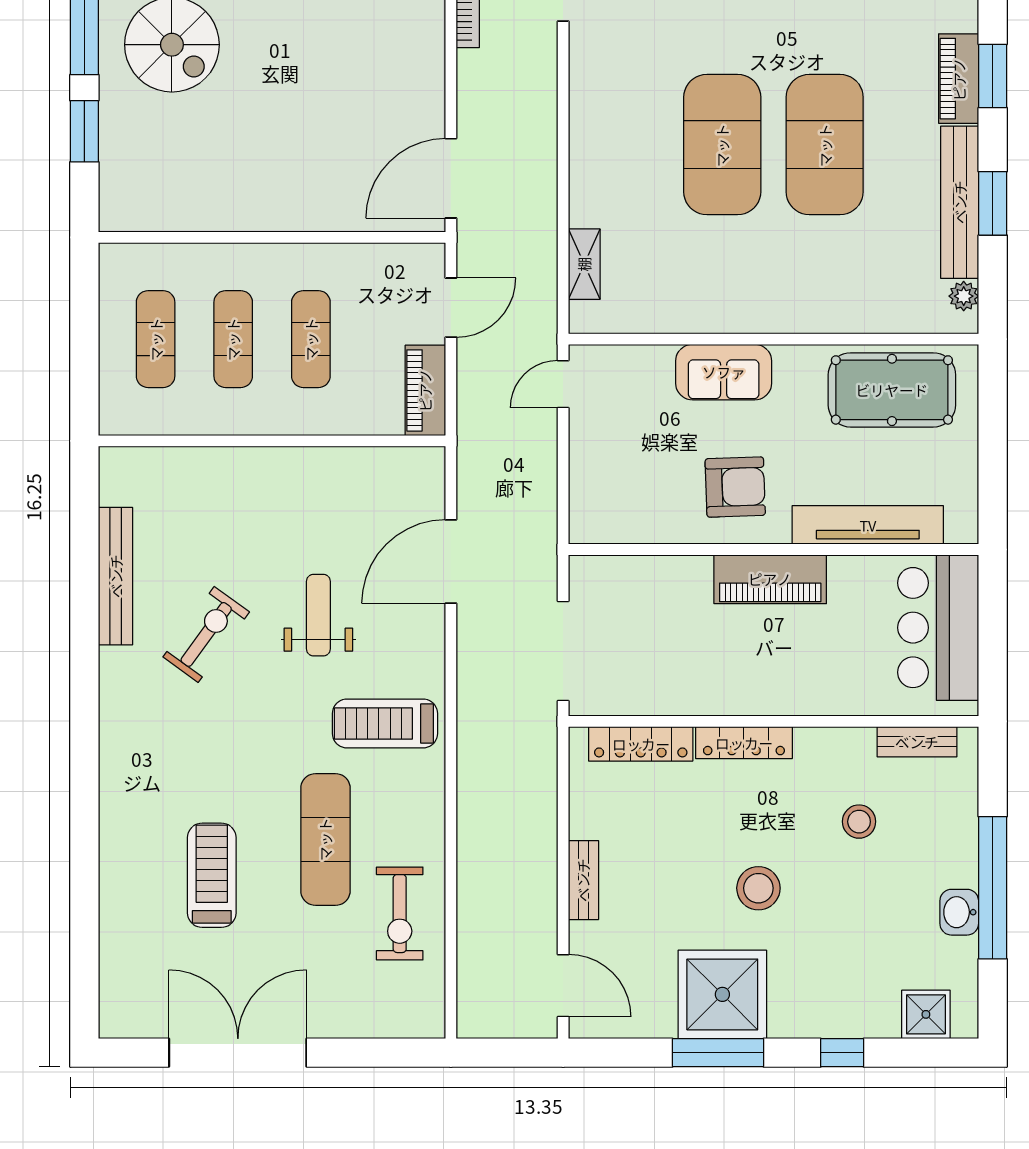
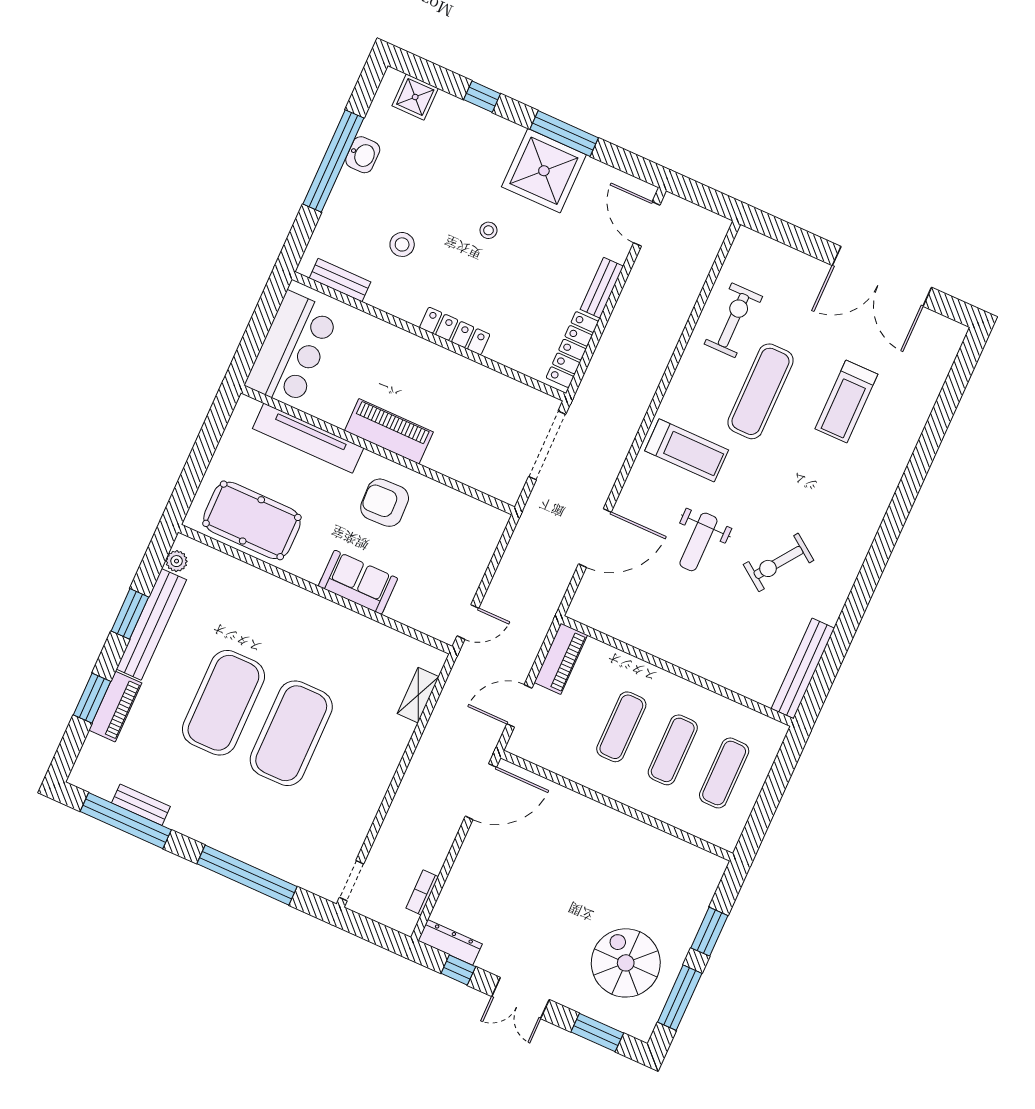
bench: (116, 576) -> (803, 668), moved
locker: (641, 744) -> (572, 350), moved, turned -90
stool: (758, 888) -> (488, 230), width x0.53, depth x0.53

